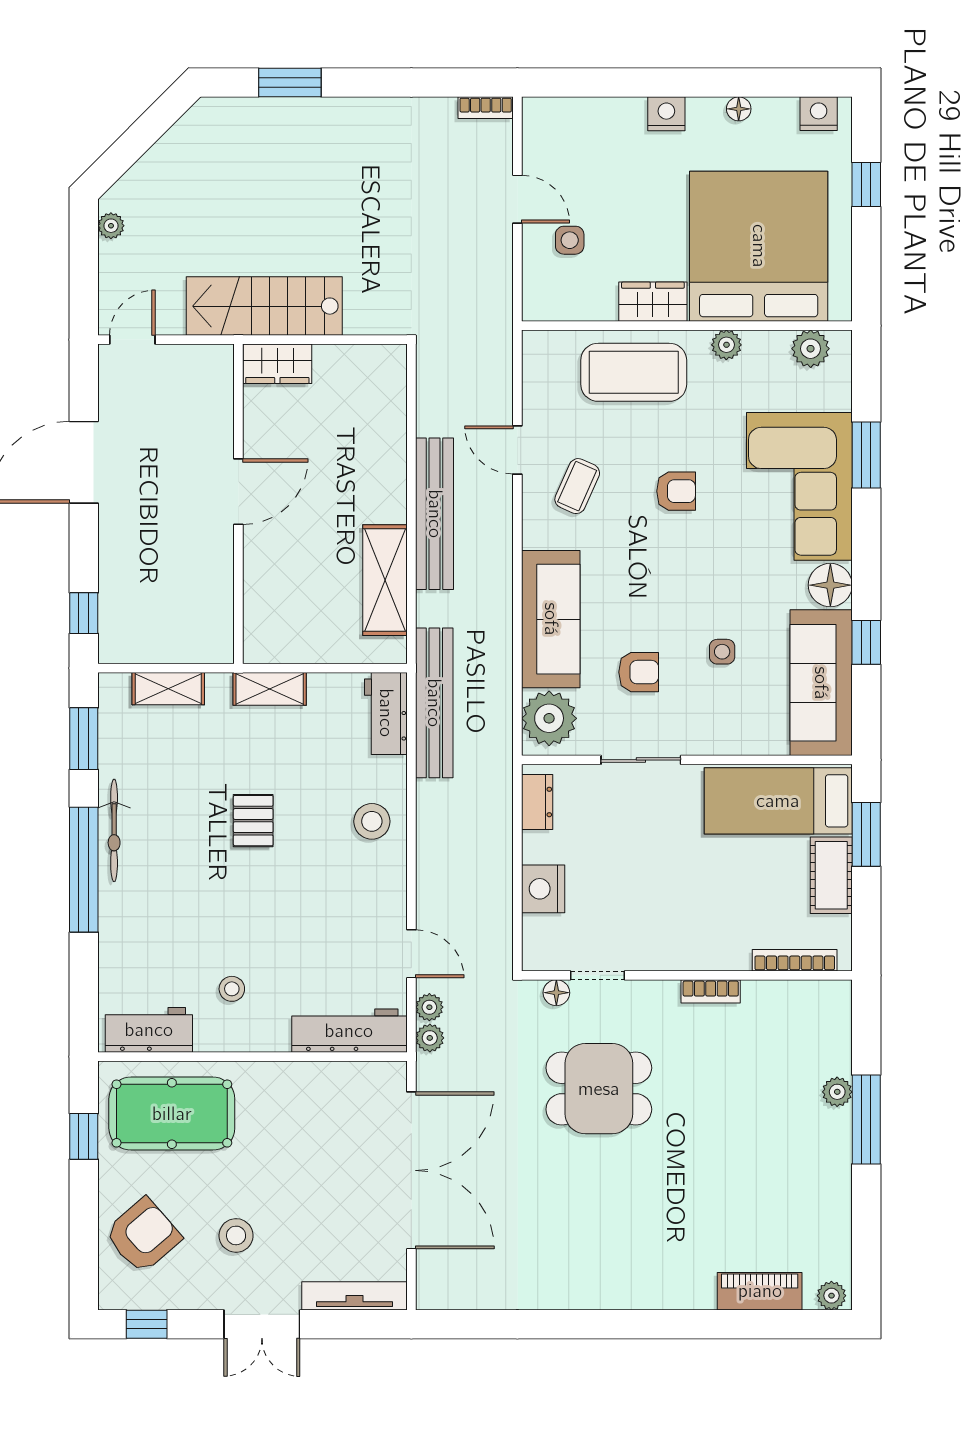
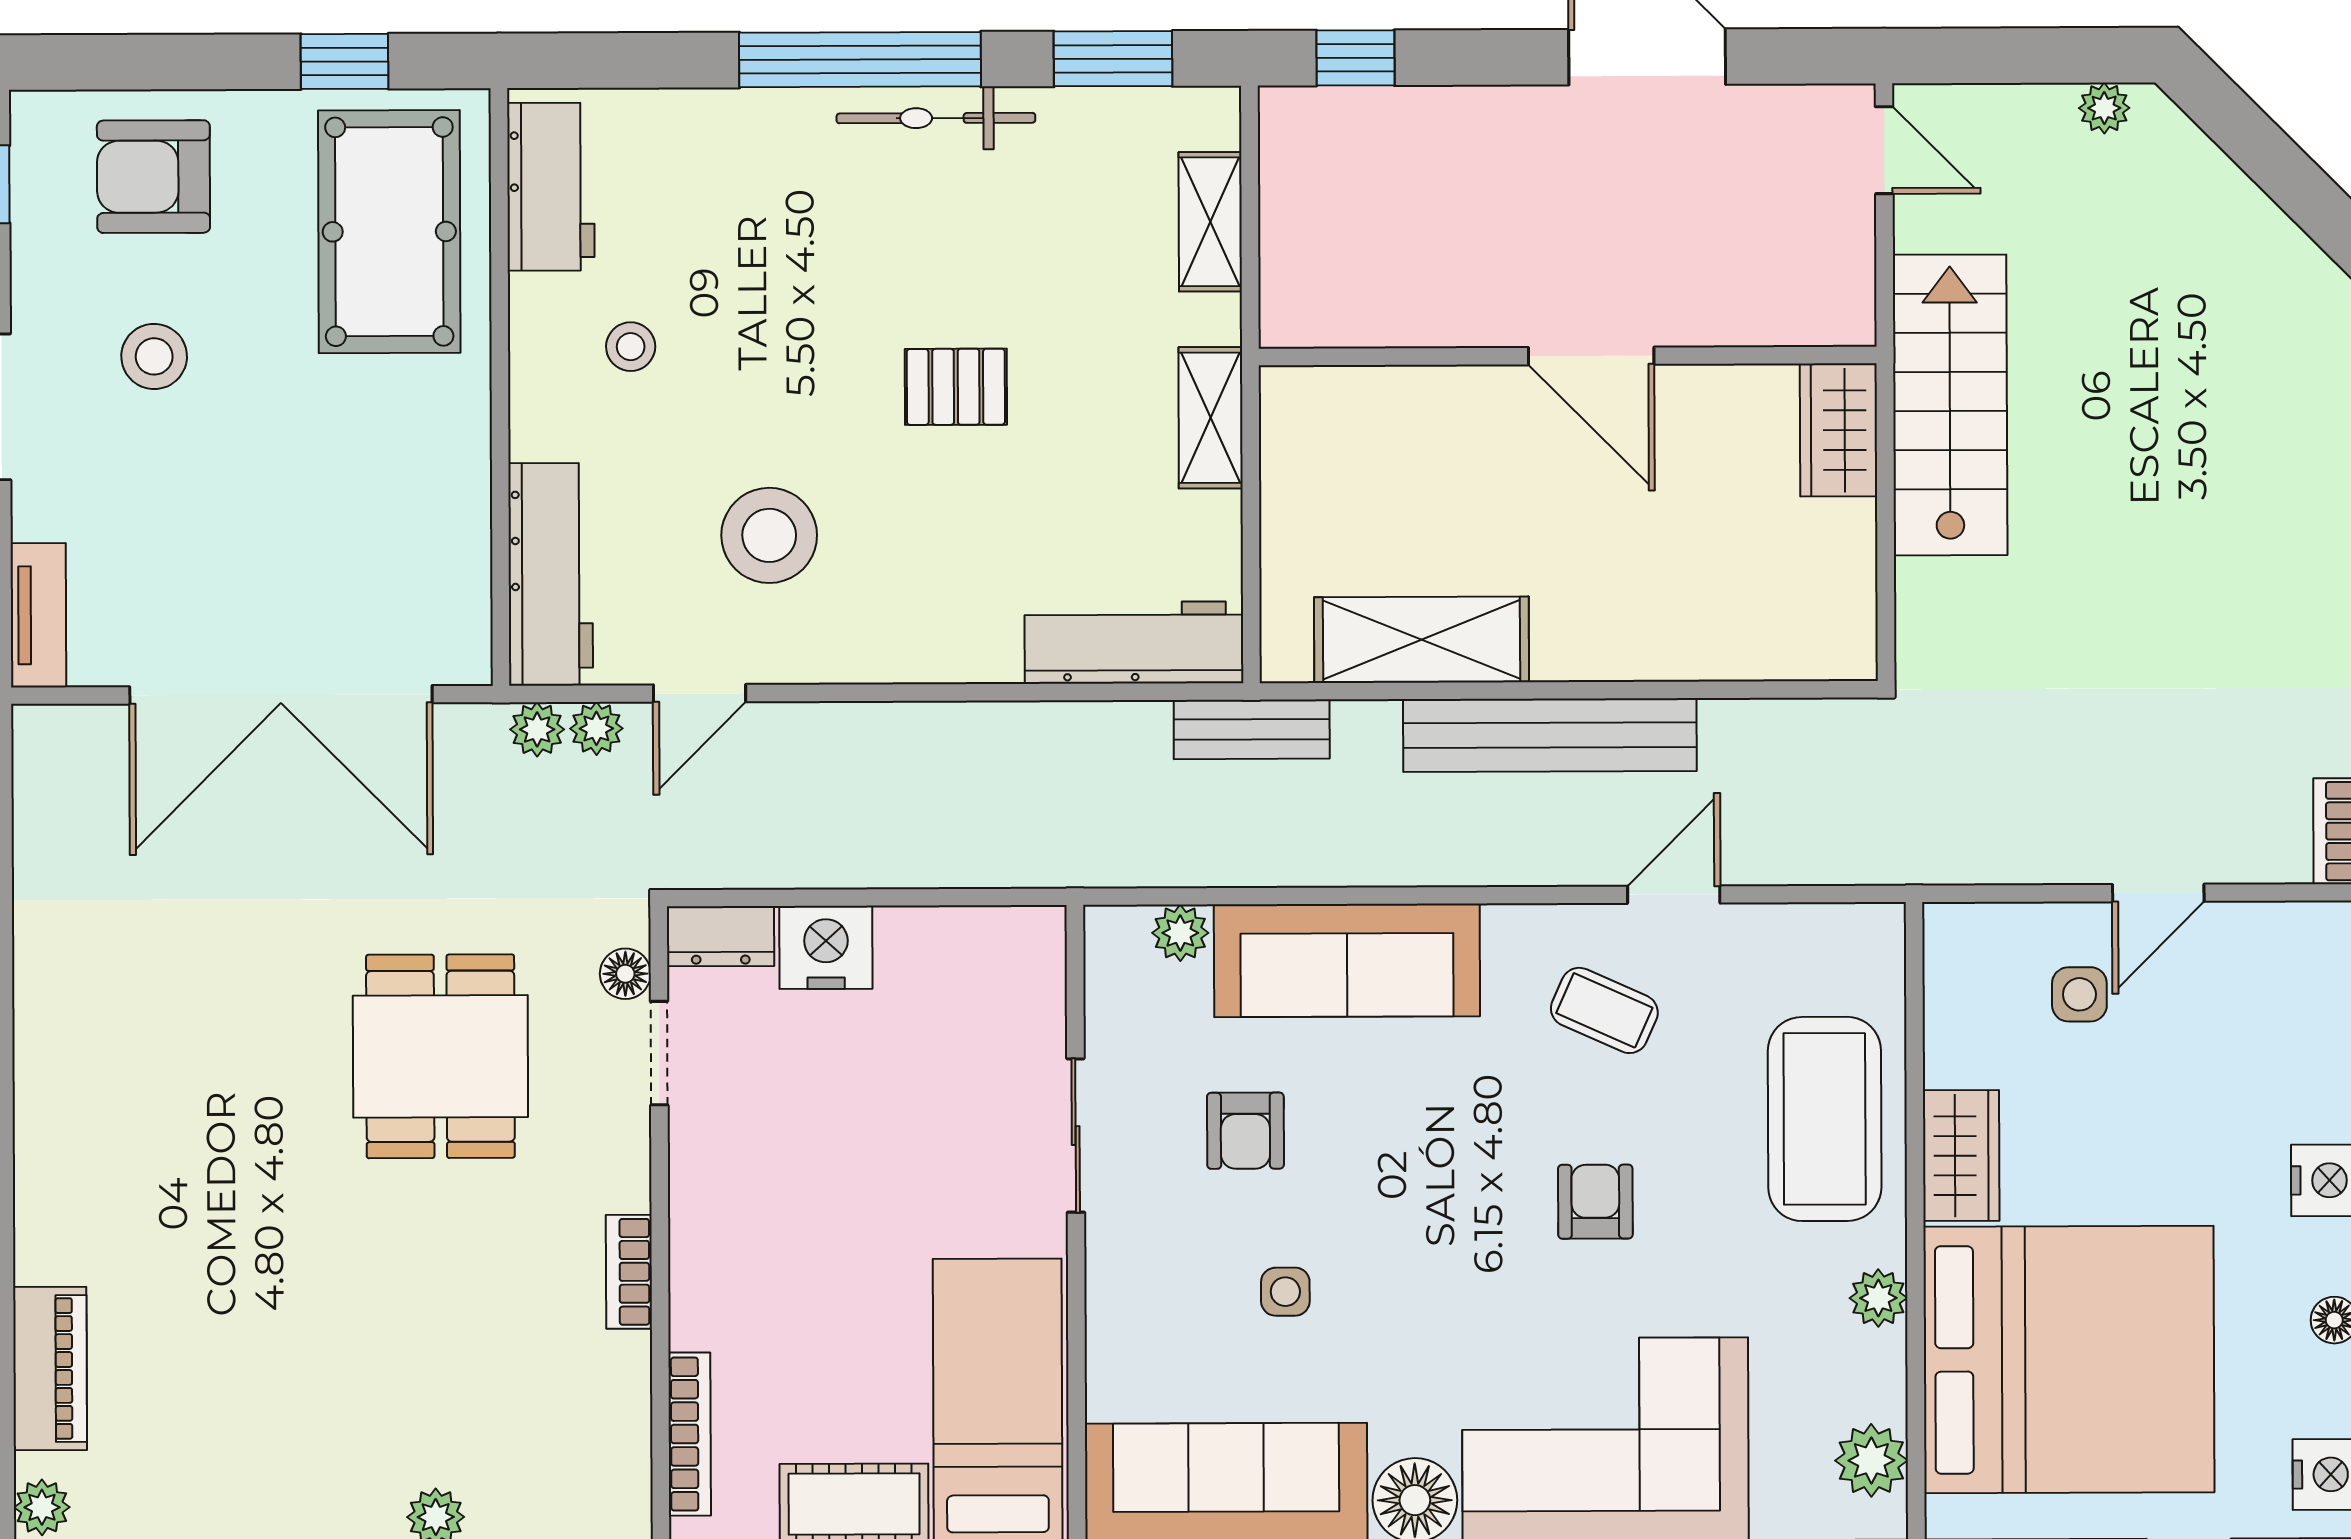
armchair: (676, 491) -> (1595, 1202), turned 180
bench: (434, 703) -> (1252, 729), width x0.54, depth x0.82
workbench: (386, 713) -> (1134, 643), width x1.38
plant: (549, 718) -> (1180, 933), width x0.53, depth x0.53
dresser: (537, 802) -> (721, 936), moved
stool: (372, 821) -> (769, 535), moved, width x1.38, depth x1.38
armchair: (143, 1235) -> (153, 177), turned 131
tv unit: (355, 1296) -> (38, 615), width x0.71

